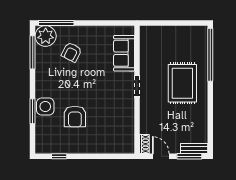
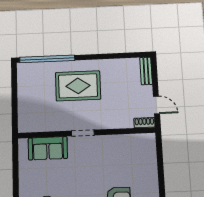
door: (161, 156) -> (156, 105), swing flipped
window: (189, 156) -> (155, 75), removed

